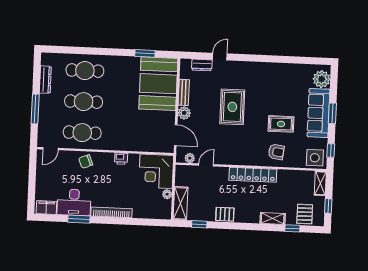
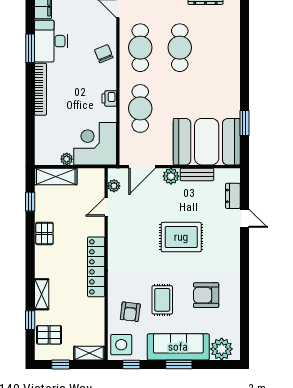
cafe table: (85, 71) -> (140, 108), moved
armchair: (279, 89) -> (206, 295), added
armchair: (276, 152) -> (130, 312), moved
door: (206, 165) -> (106, 207), swing flipped

